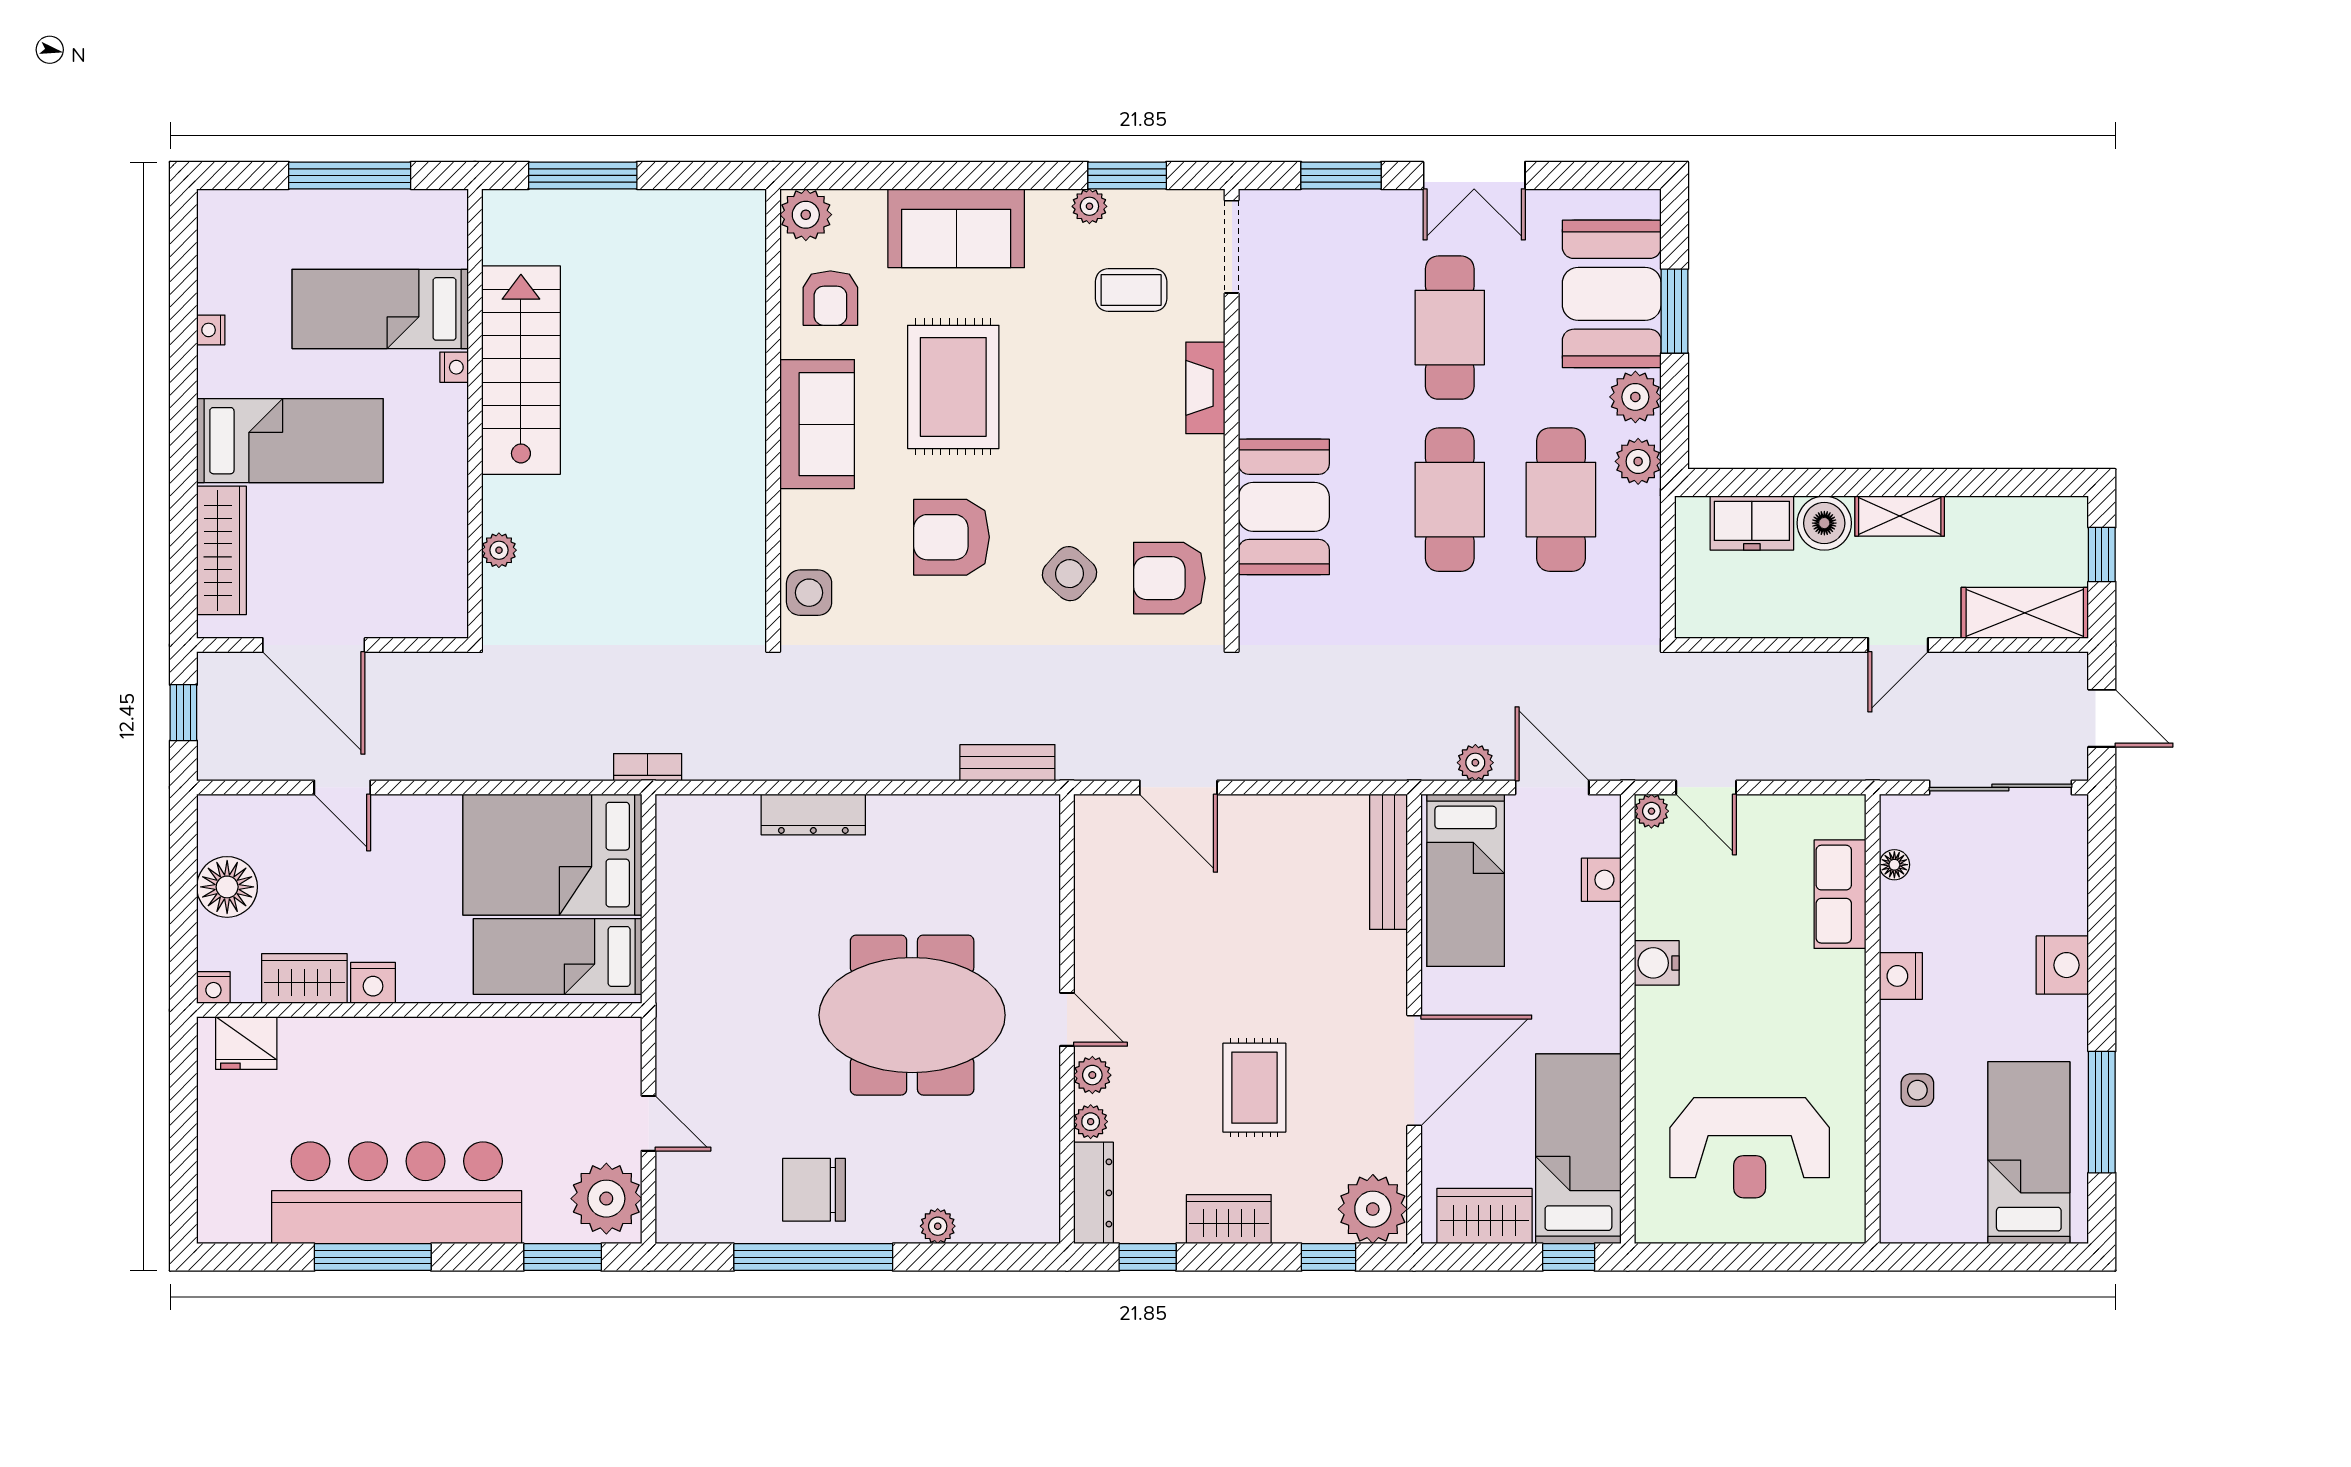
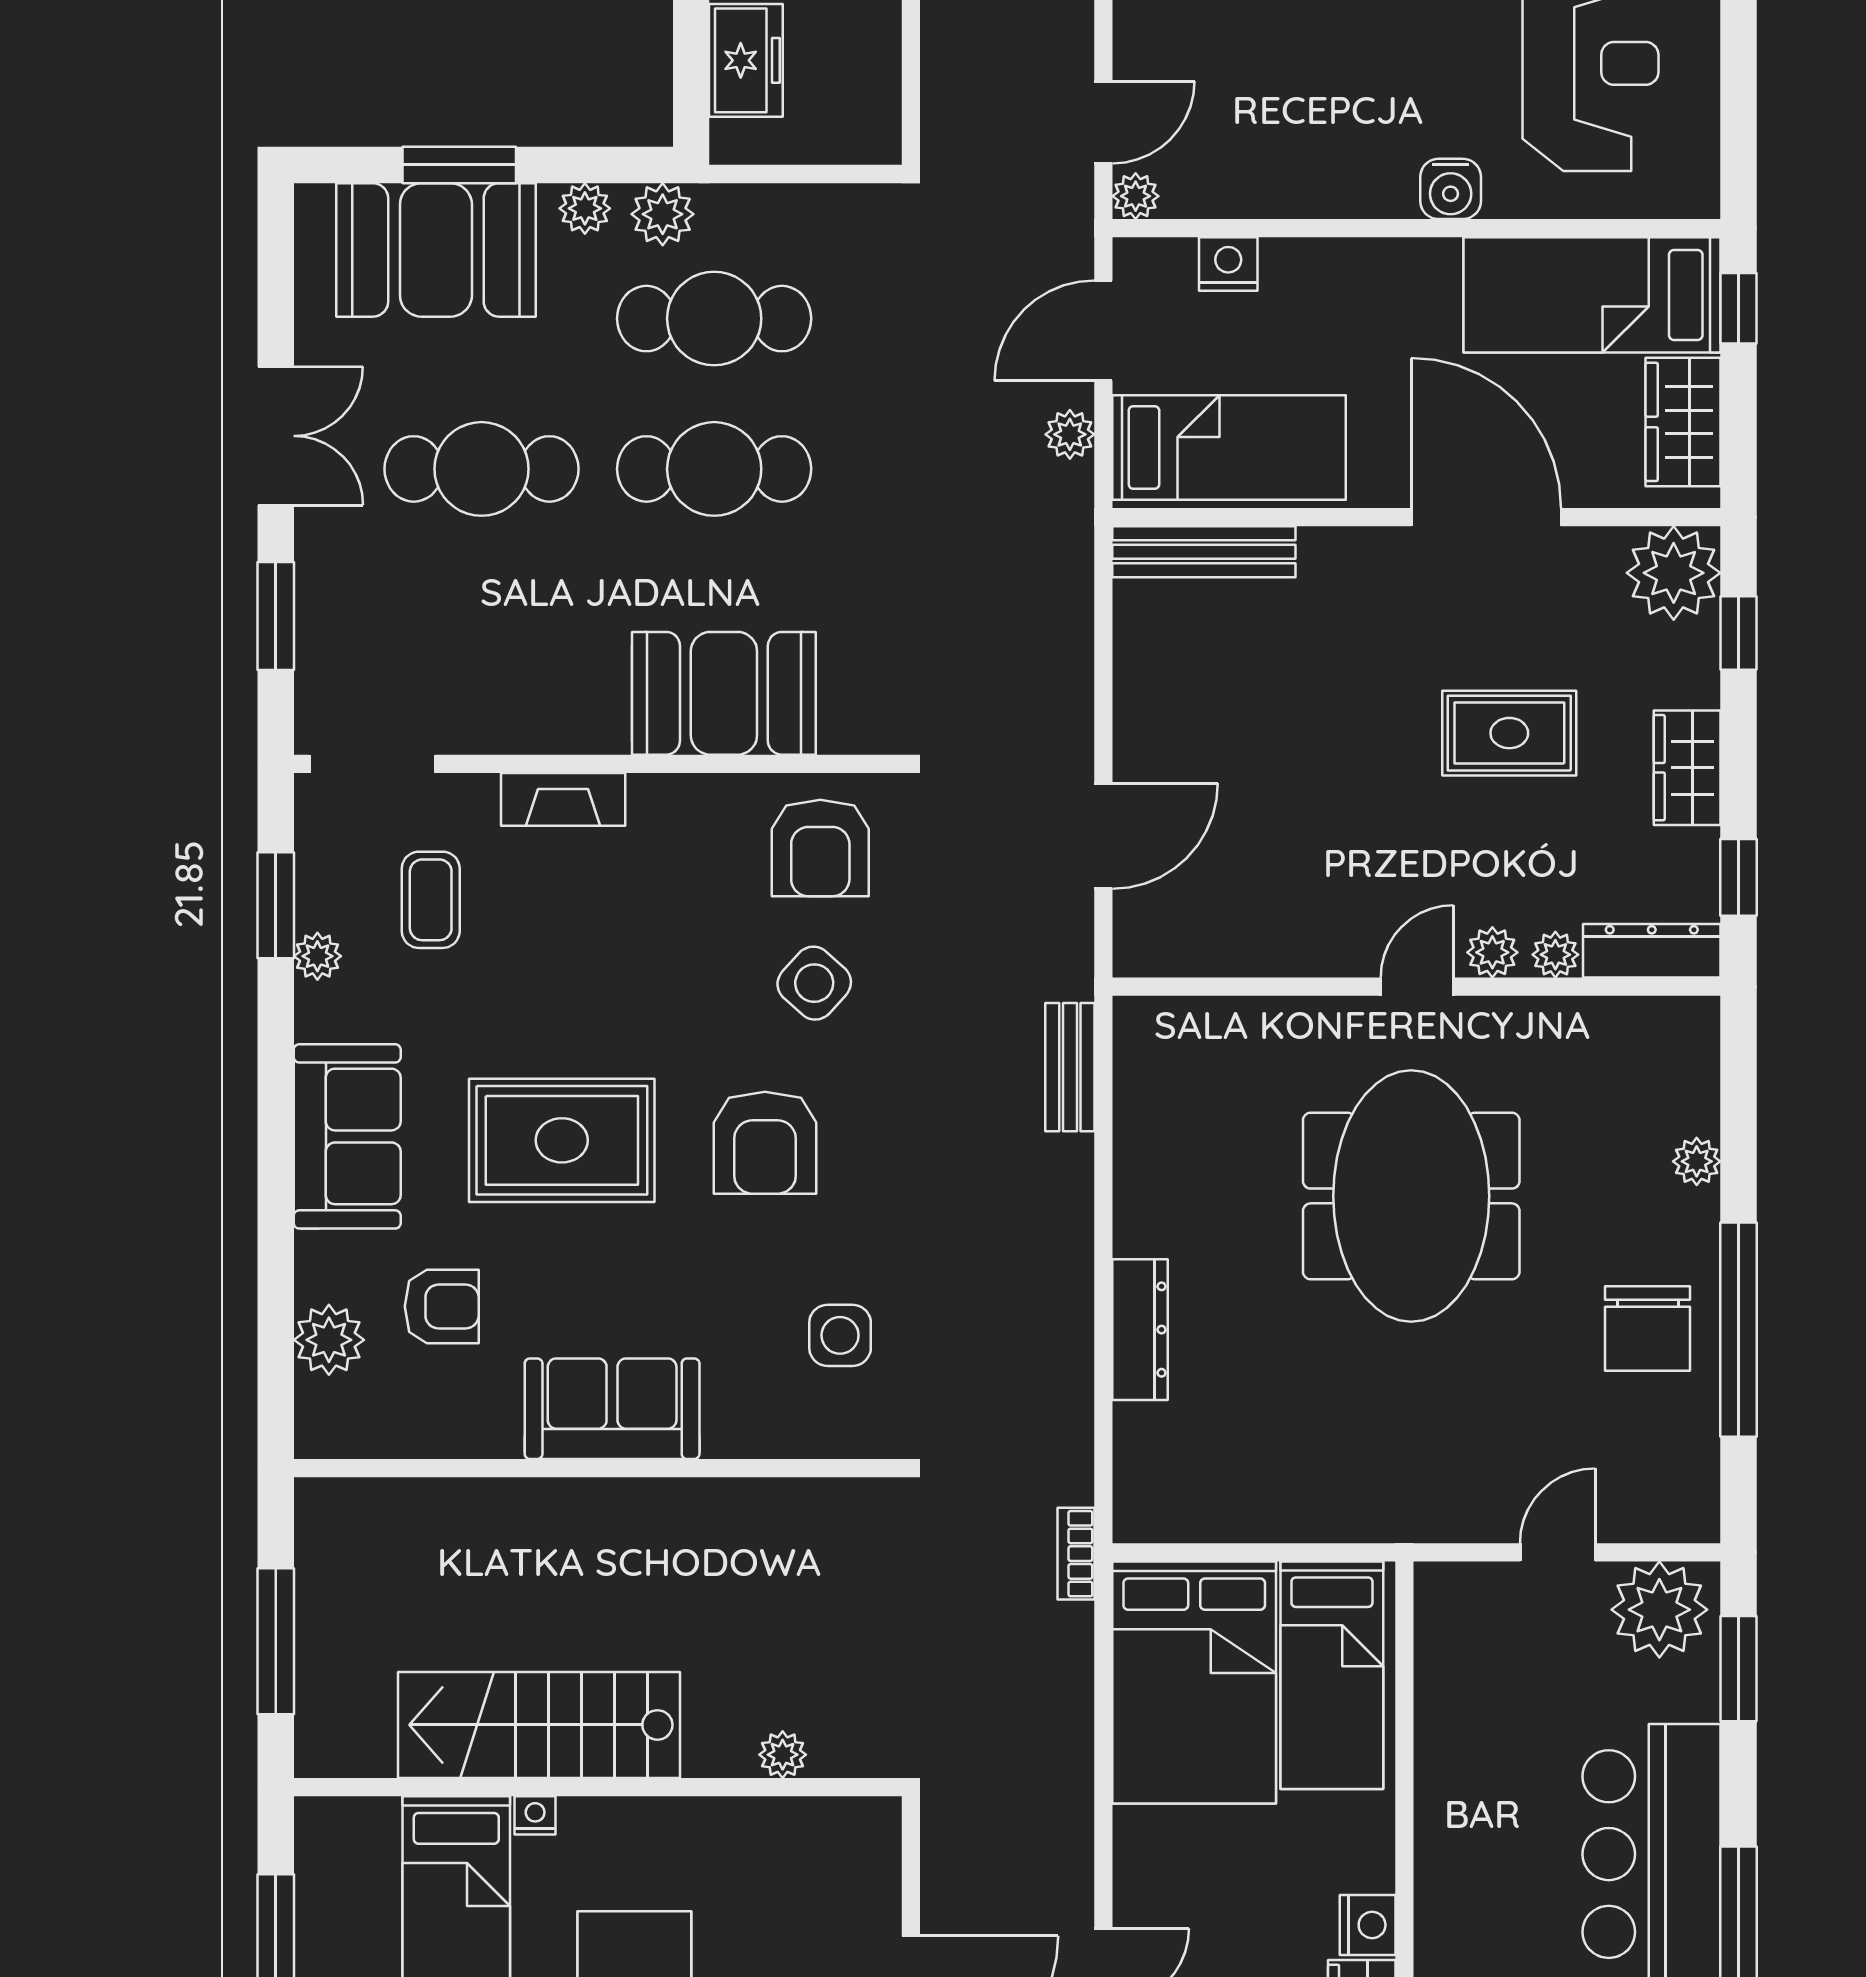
plant: (1635, 397) -> (585, 208), width x0.73, depth x0.73
wall: (773, 414) -> (598, 1468), moved
sofa: (817, 424) -> (612, 1409), moved
water cooler: (1657, 963) -> (1451, 189), moved

